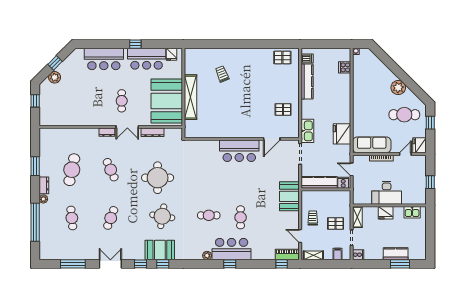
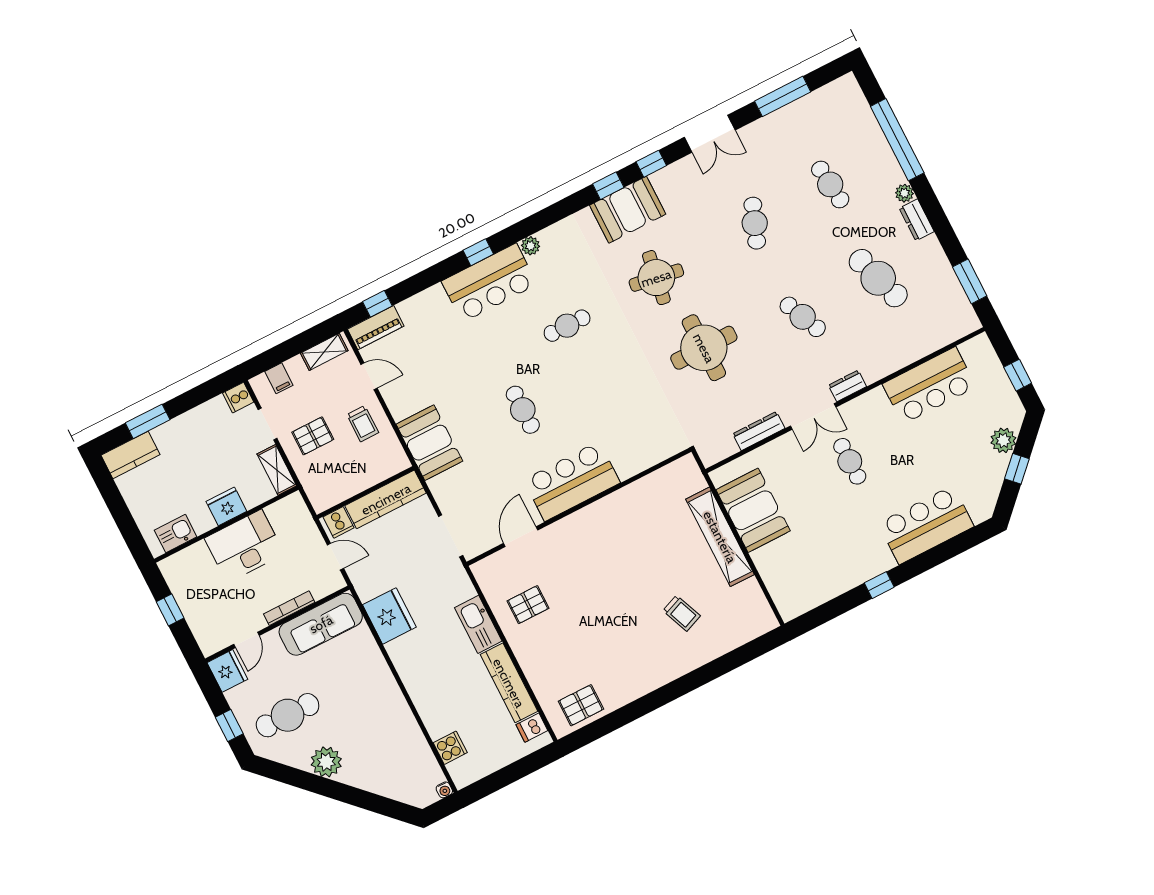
fridge: (172, 54) -> (799, 601), removed
bar counter: (147, 59) -> (929, 385), moved, turned 180
booth: (167, 101) -> (753, 510), width x0.73, depth x0.70
double door: (127, 127) -> (813, 417), swing flipped
kitchen sink: (307, 131) -> (478, 624), moved
window: (35, 166) -> (970, 281), moved
cafe table: (72, 170) -> (878, 278), turned -30
cafe table: (241, 217) -> (523, 410), moved
kitchen counter: (396, 254) -> (130, 455), moved

